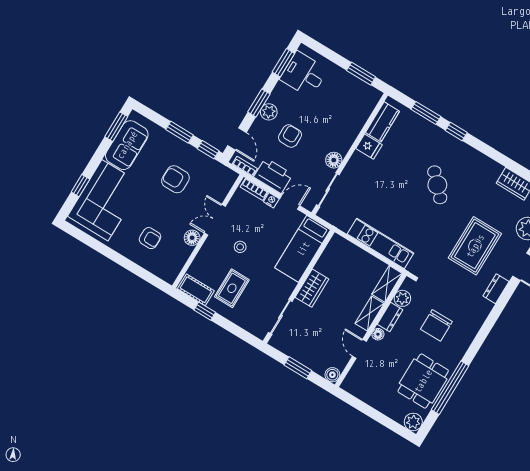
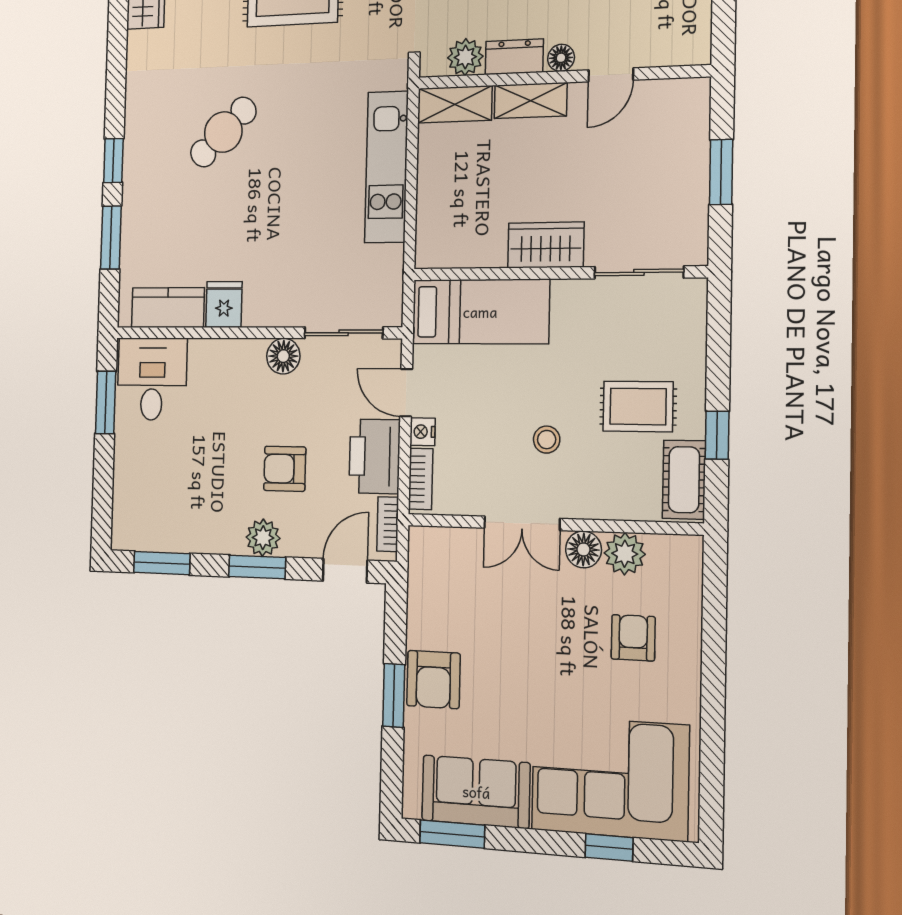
desk: (304, 74) -> (152, 379), moved, turned 180
window: (208, 150) -> (396, 617), removed
armchair: (175, 179) -> (433, 680), moved
plant: (182, 252) -> (625, 554), added
boiler: (332, 375) -> (694, 94), removed

